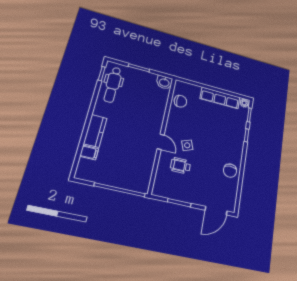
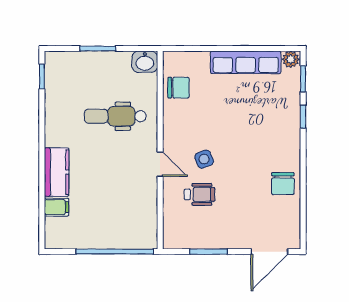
dental chair: (113, 85) -> (115, 116), moved, turned 90
wheelchair: (181, 166) -> (199, 194), turned 180

